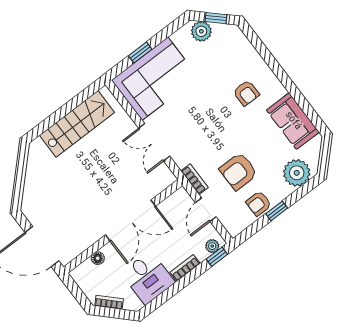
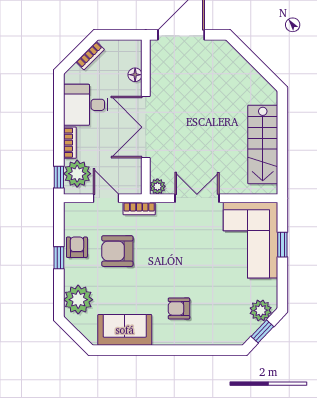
armchair: (238, 171) -> (117, 251), turned -90
plant: (168, 178) -> (157, 186), added
plant: (212, 246) -> (77, 174), width x1.87, depth x1.87

